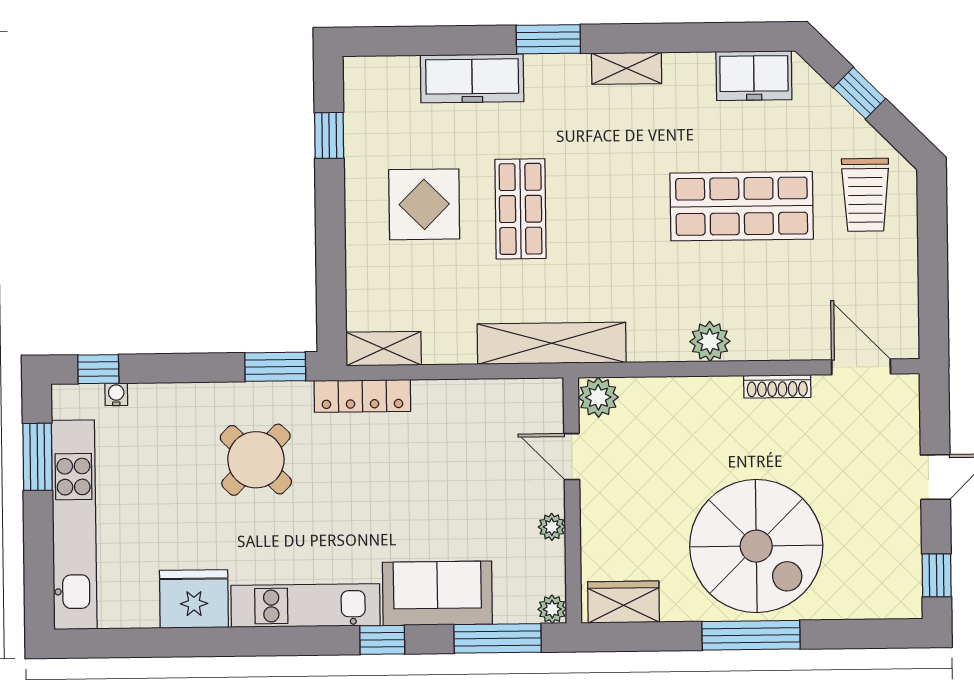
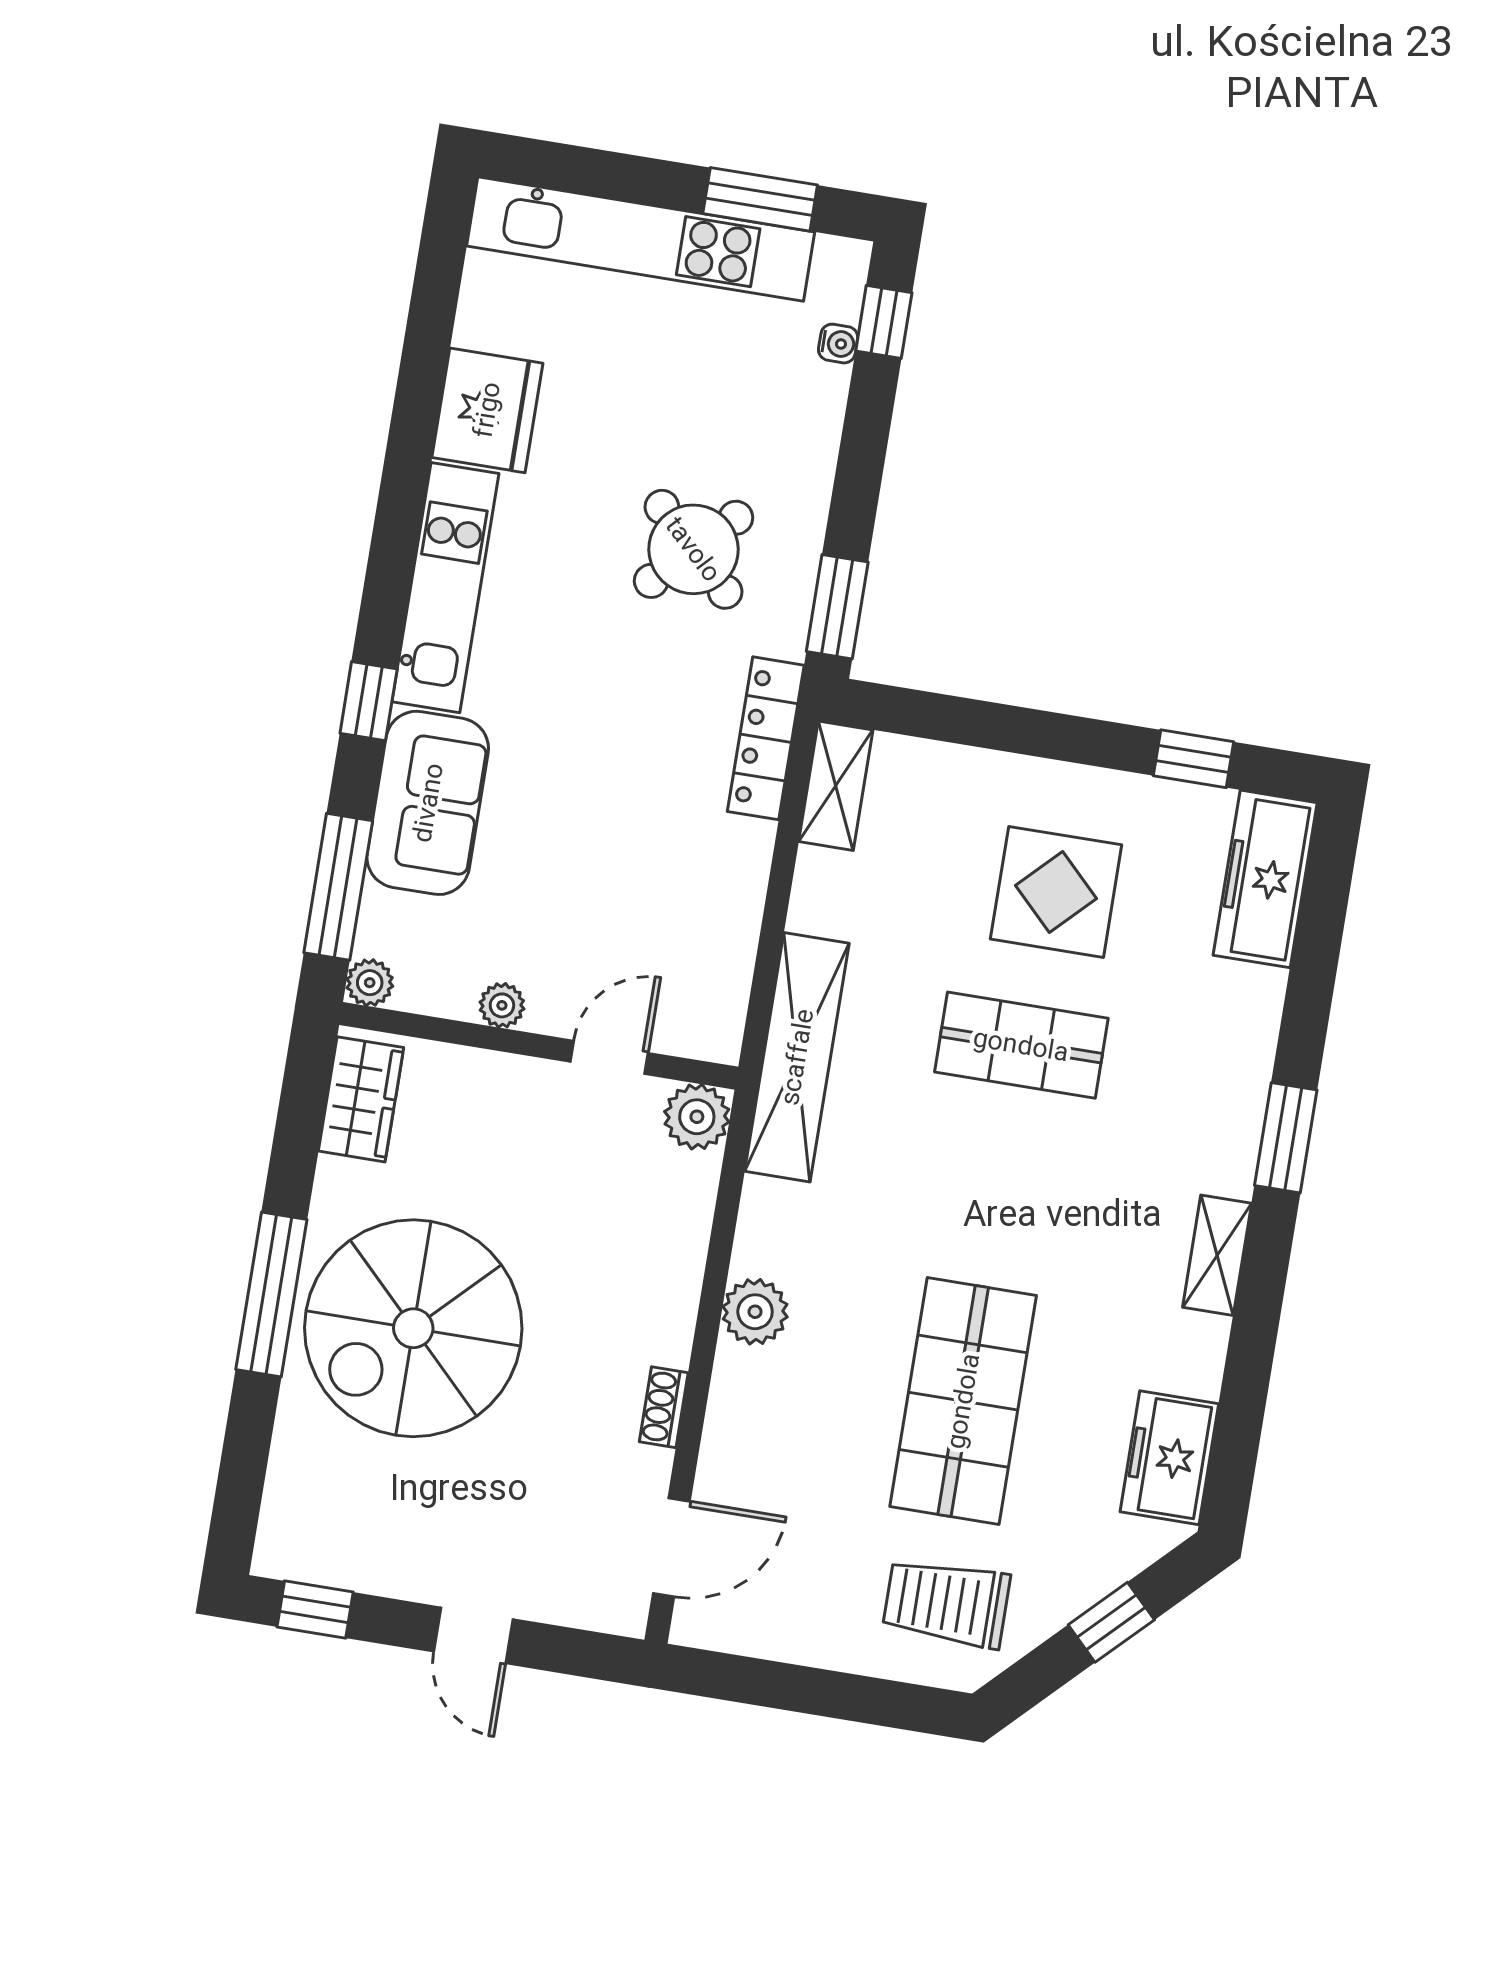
freezer: (472, 78) -> (1265, 879), moved
shoe rack: (777, 386) -> (664, 1407), width x0.70

